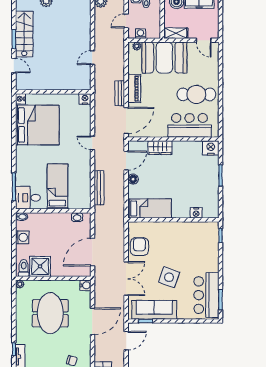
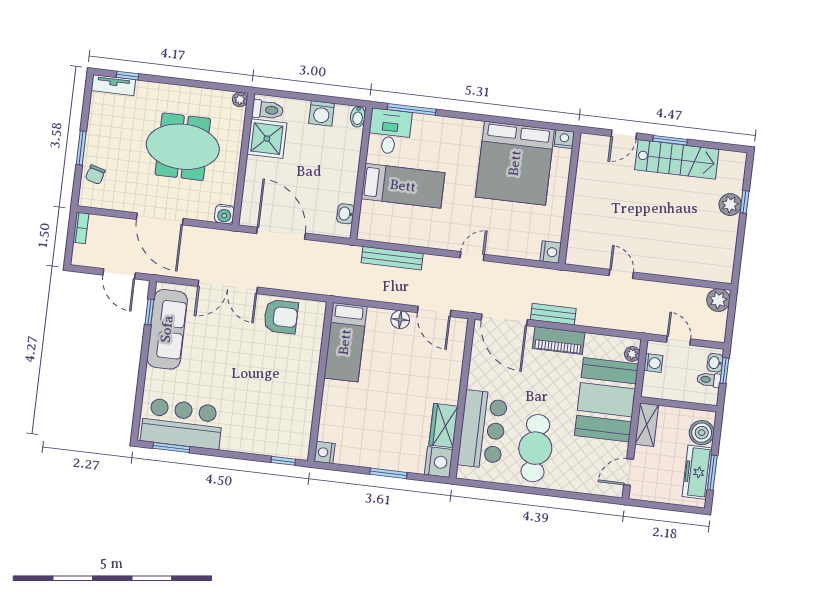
wardrobe: (160, 148) -> (443, 426), moved
nightstand: (196, 213) -> (325, 452), moved
side table: (169, 277) -> (221, 362), removed

